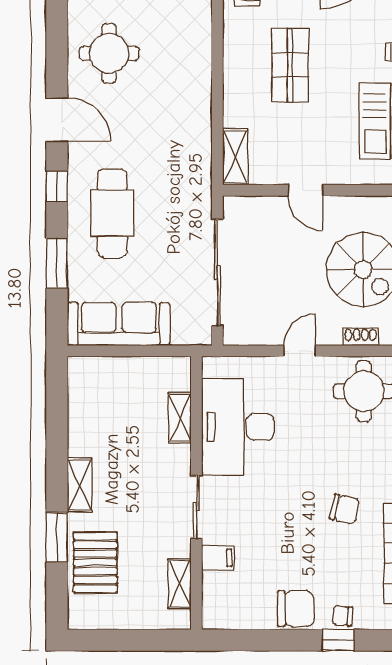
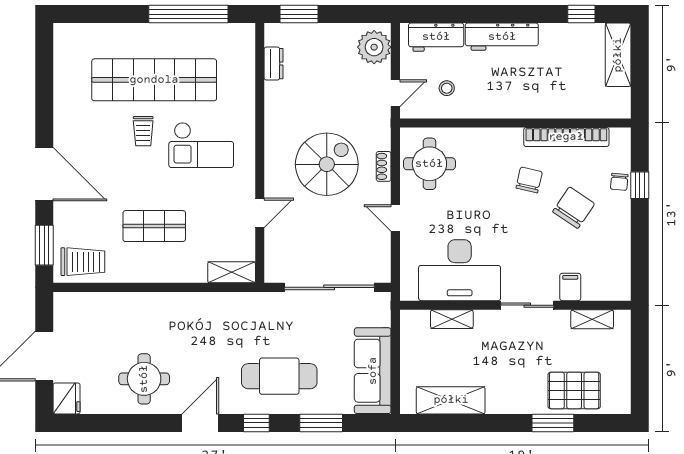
shelving: (80, 485) -> (451, 400), moved, width x1.50, depth x1.33
chair: (296, 609) -> (574, 208), moved, turned 34

